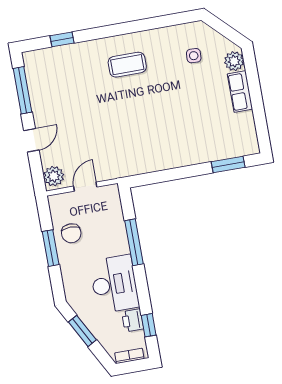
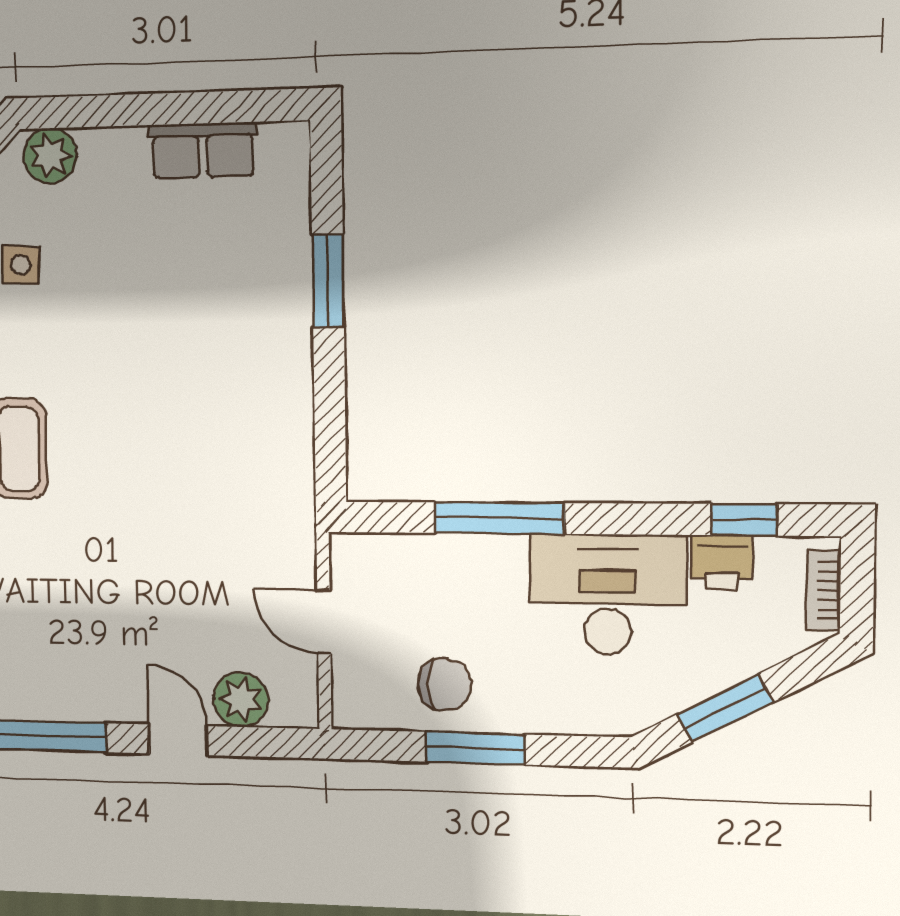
row of seats: (240, 92) -> (203, 150), moved
window: (228, 164) -> (328, 281), moved
plant: (54, 176) -> (241, 700), moved

